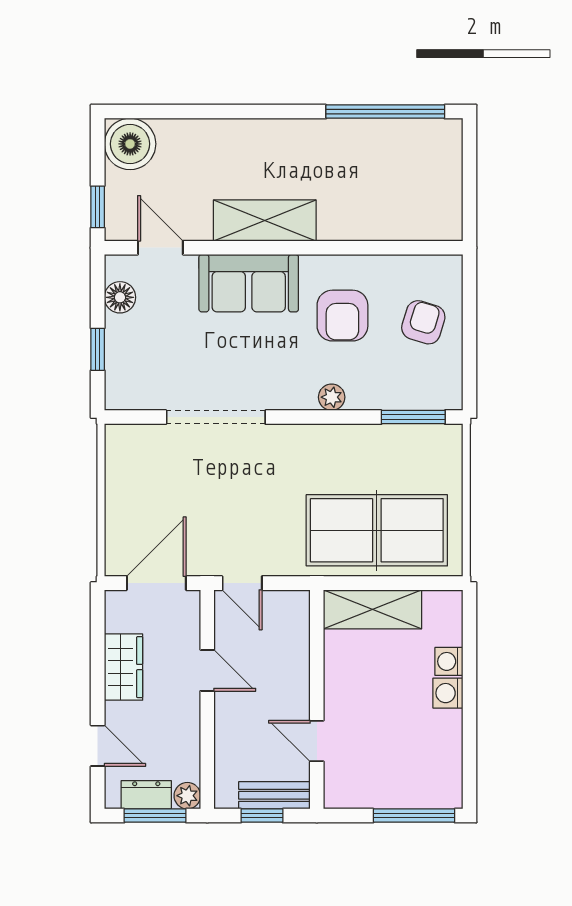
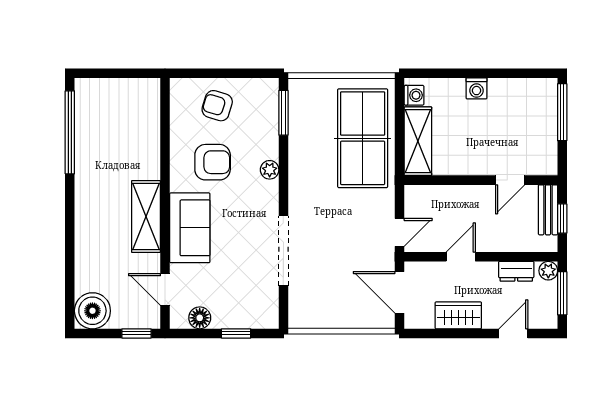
door: (160, 248) -> (165, 290), hinge flipped
washing machine: (449, 661) -> (414, 95), moved, turned -90
dresser: (146, 795) -> (516, 271), moved, turned -90

